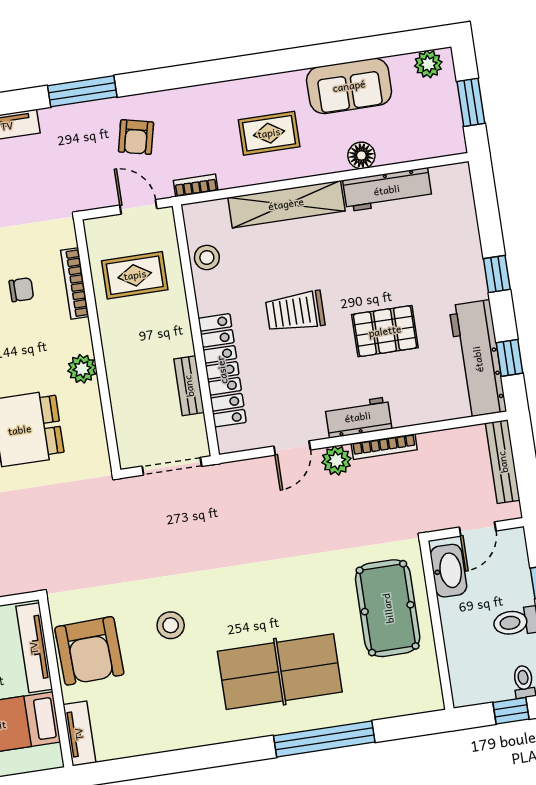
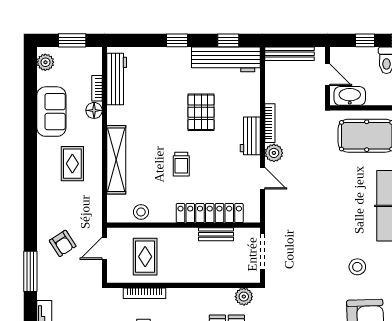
armchair: (136, 137) -> (63, 243), turned 44
bookcase: (196, 186) -> (97, 88), moved
workbench: (387, 190) -> (117, 79), moved
trolley: (295, 312) -> (181, 164), width x0.73, depth x0.72
plant: (82, 369) -> (244, 297), moved

